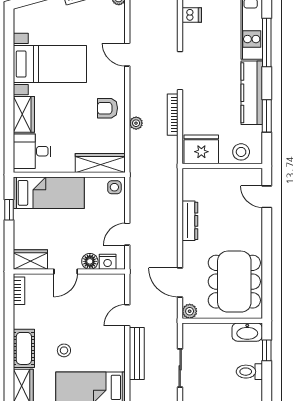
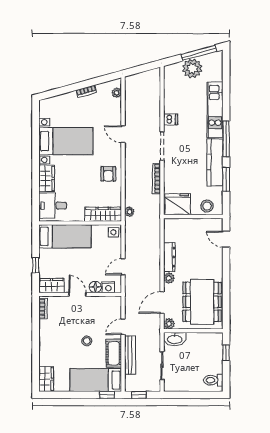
dishwasher: (192, 15) -> (171, 119), moved
window: (267, 42) -> (226, 139), moved
armchair: (107, 108) -> (108, 174), turned -90
plant: (136, 123) -> (129, 212), moved
window: (9, 210) -> (36, 265), moved
plant: (189, 249) -> (169, 278), added
door: (66, 272) -> (77, 294), swing flipped
door: (180, 282) -> (162, 303), hinge flipped
washbasin: (247, 332) -> (175, 339), moved
cot: (24, 348) -> (114, 353), moved
stool: (64, 350) -> (87, 341), moved
toilet: (249, 372) -> (213, 380), moved

